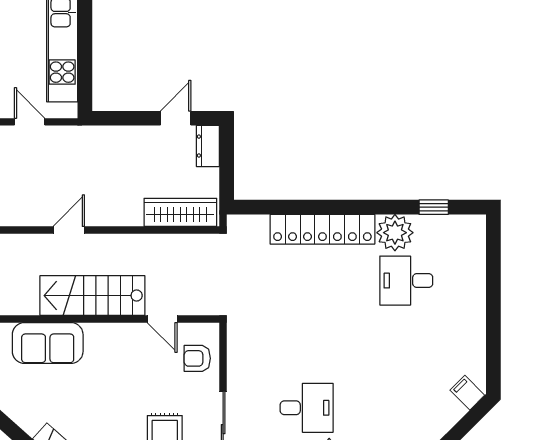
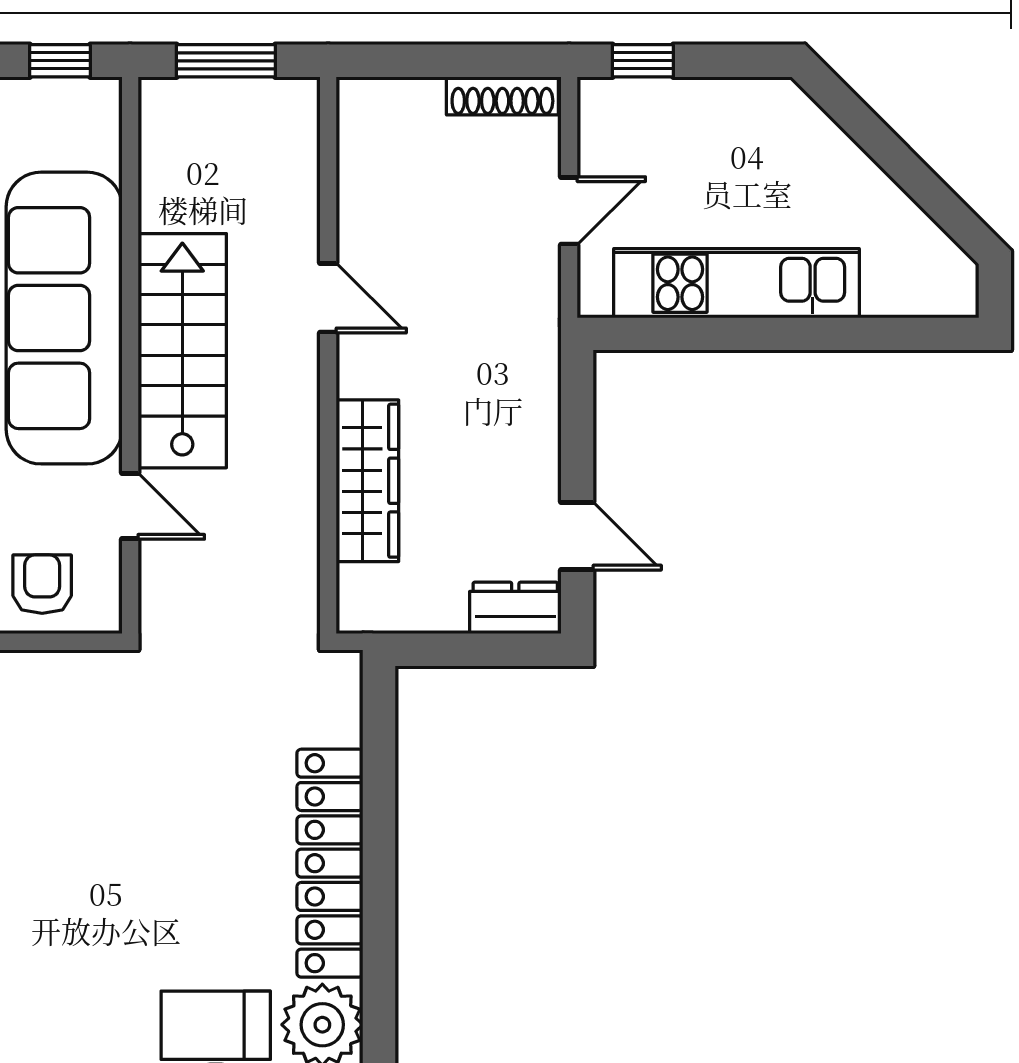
wardrobe: (180, 212) -> (367, 481), moved
door: (162, 319) -> (130, 506), swing flipped
sofa: (48, 343) -> (64, 318), width x1.85, depth x1.27

